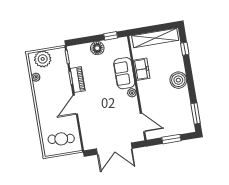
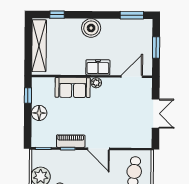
freezer: (142, 69) -> (98, 67), moved
double door: (114, 149) -> (156, 114), width x0.73

